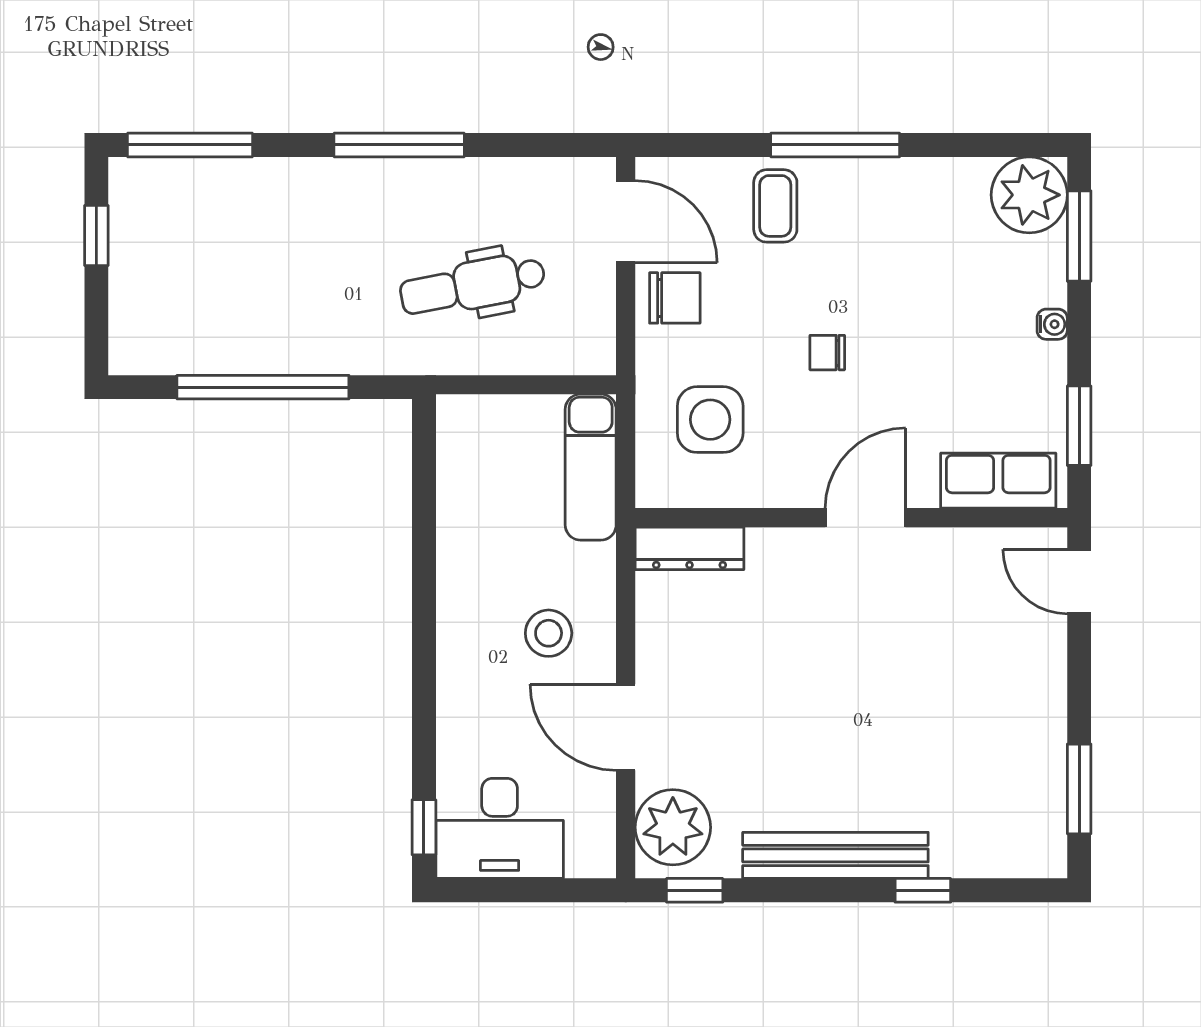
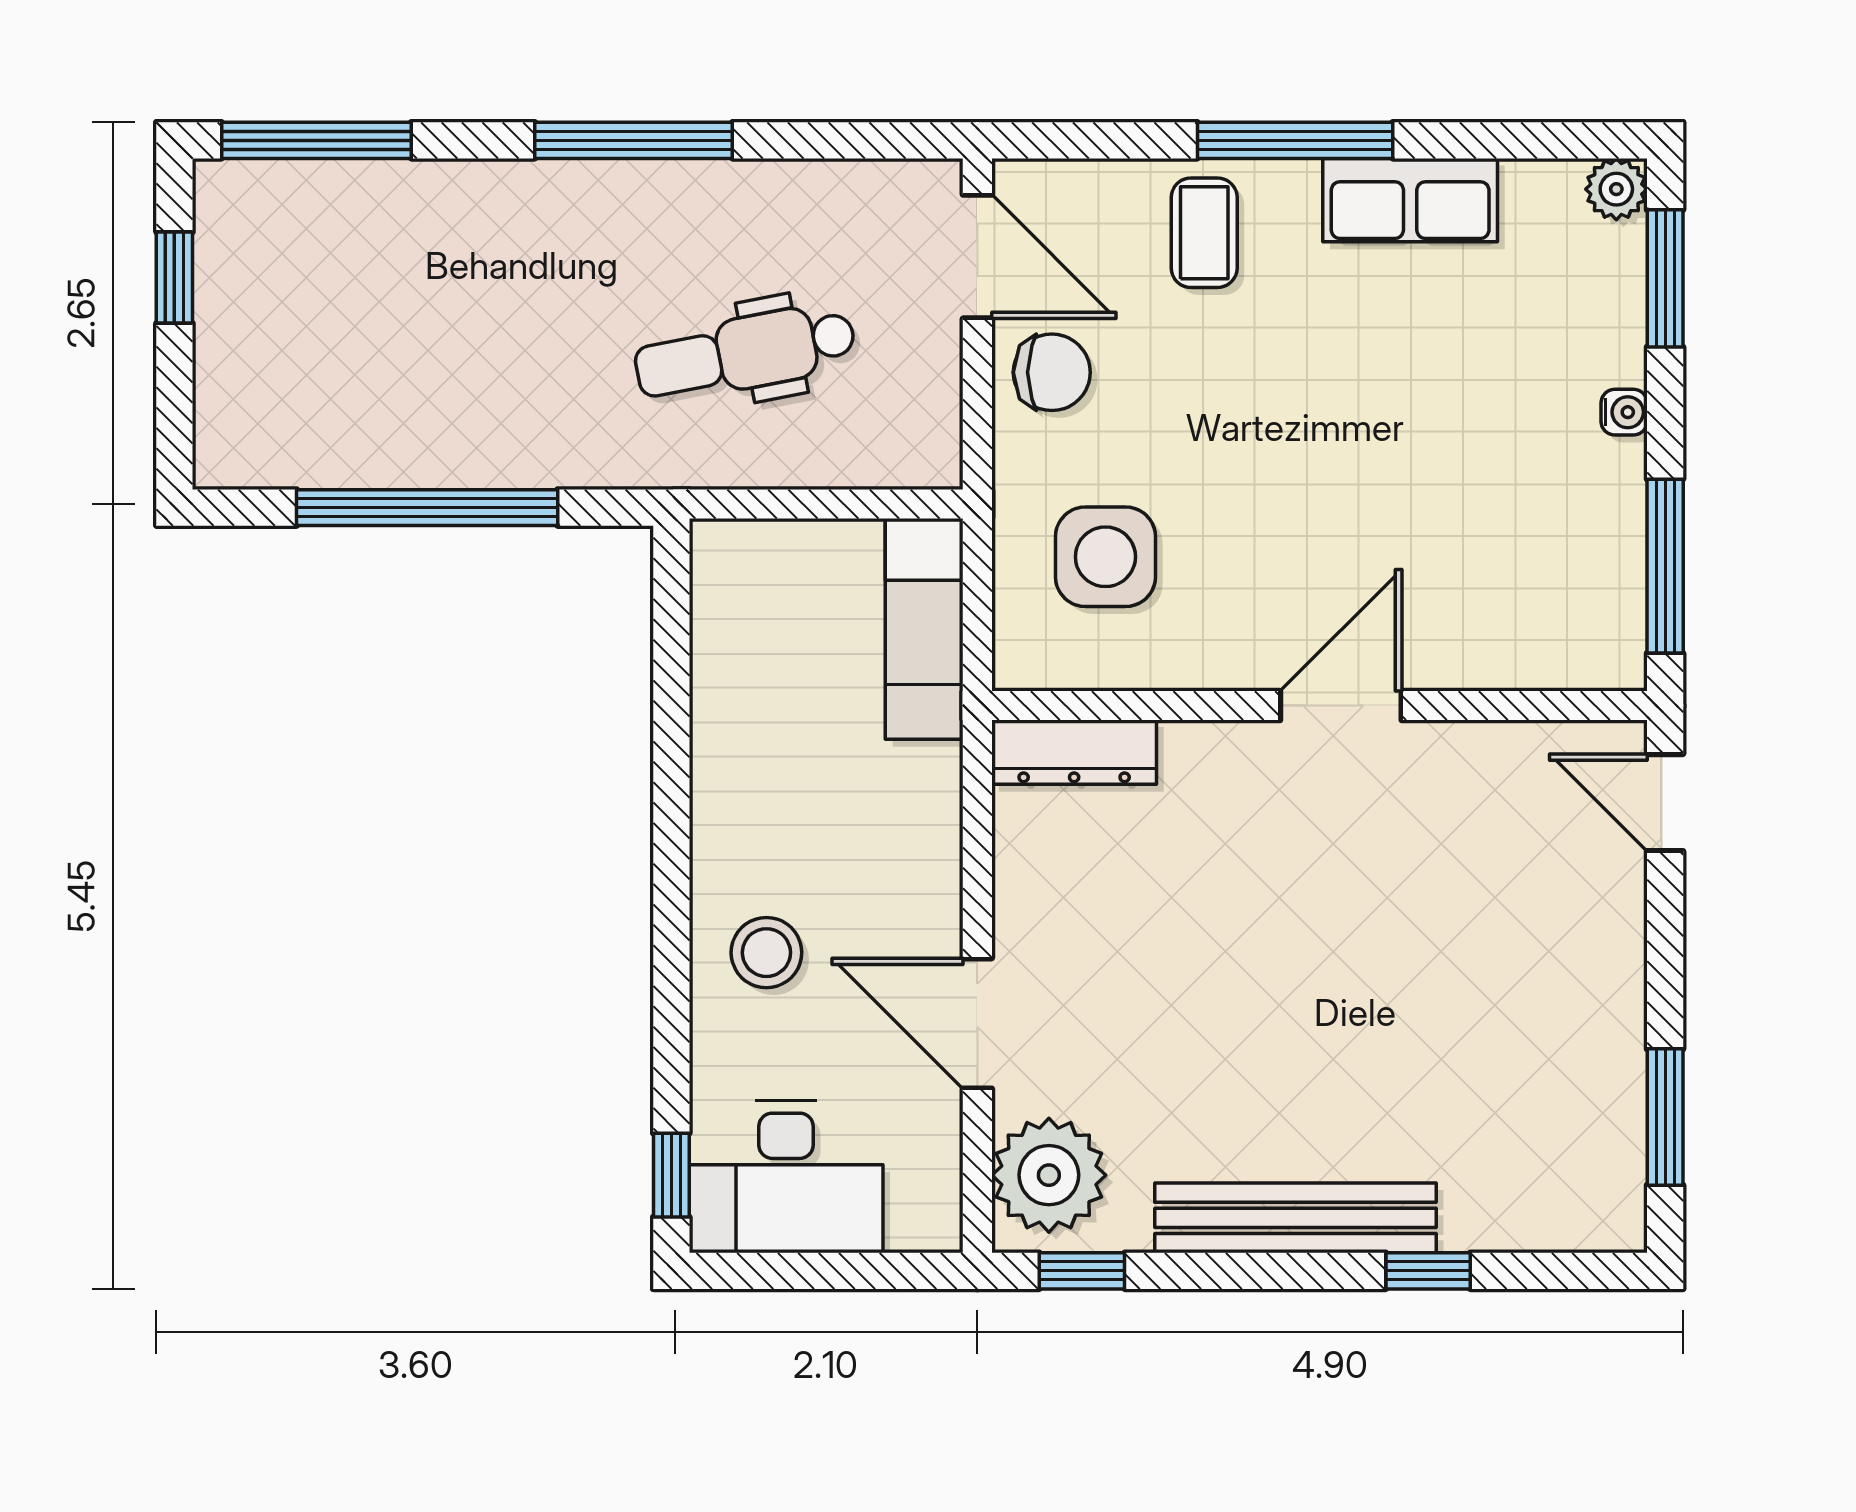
plant: (1029, 195) -> (1616, 189), width x0.53, depth x0.53
chair: (827, 353) -> (1283, 455), removed
window: (1079, 426) -> (1665, 566), width x1.44
row of seats: (998, 481) -> (1410, 200), moved, turned 180
stool: (549, 633) -> (766, 953), moved

